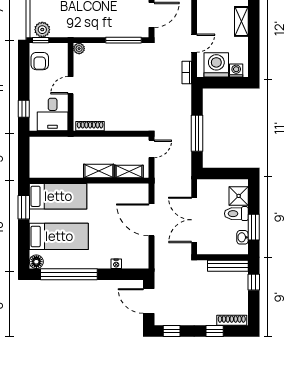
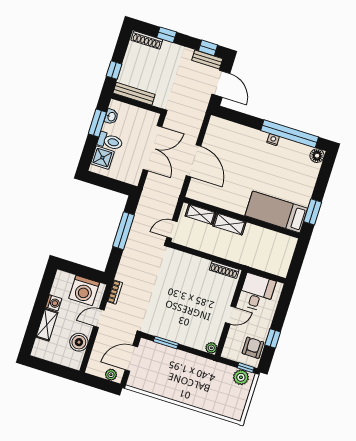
boiler: (206, 14) -> (79, 342), added
window: (124, 40) -> (166, 342), width x0.69
washing machine: (236, 70) -> (54, 303), moved, turned -90
window: (24, 109) -> (273, 338), moved
bed: (59, 236) -> (288, 173), removed
nightstand: (116, 264) -> (273, 140), moved
bench: (169, 320) -> (207, 60), added

